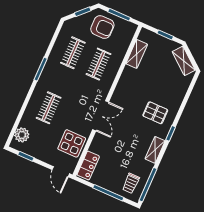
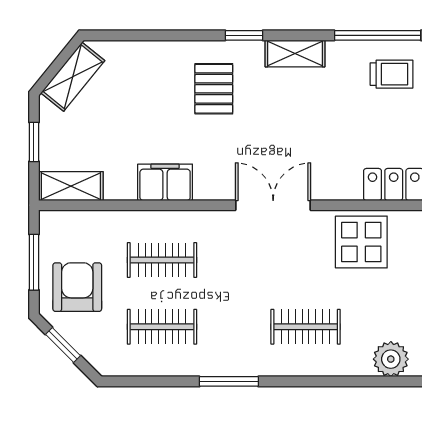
shelving: (137, 54) -> (71, 186), moved
filing cabinet: (128, 78) -> (165, 182), added

